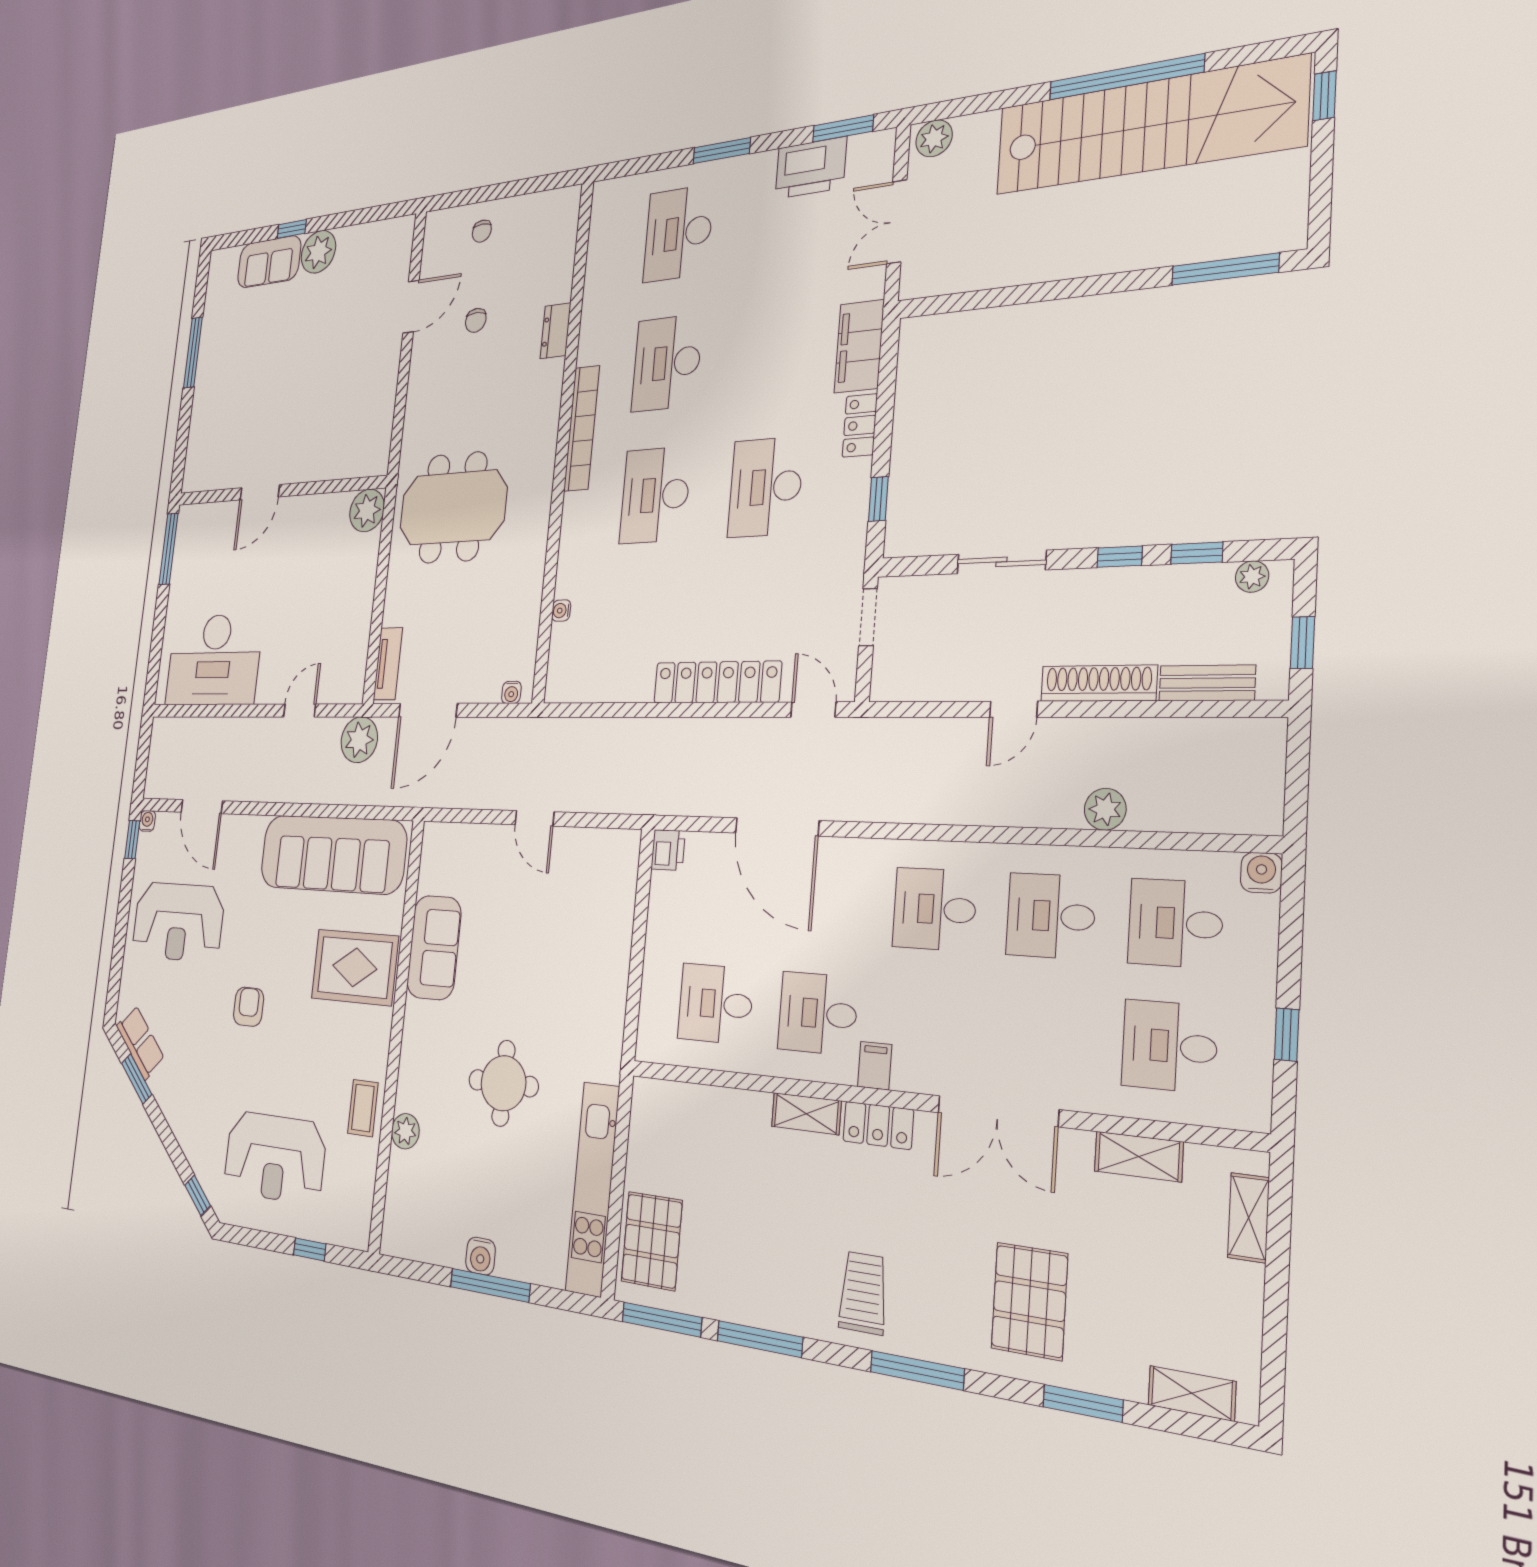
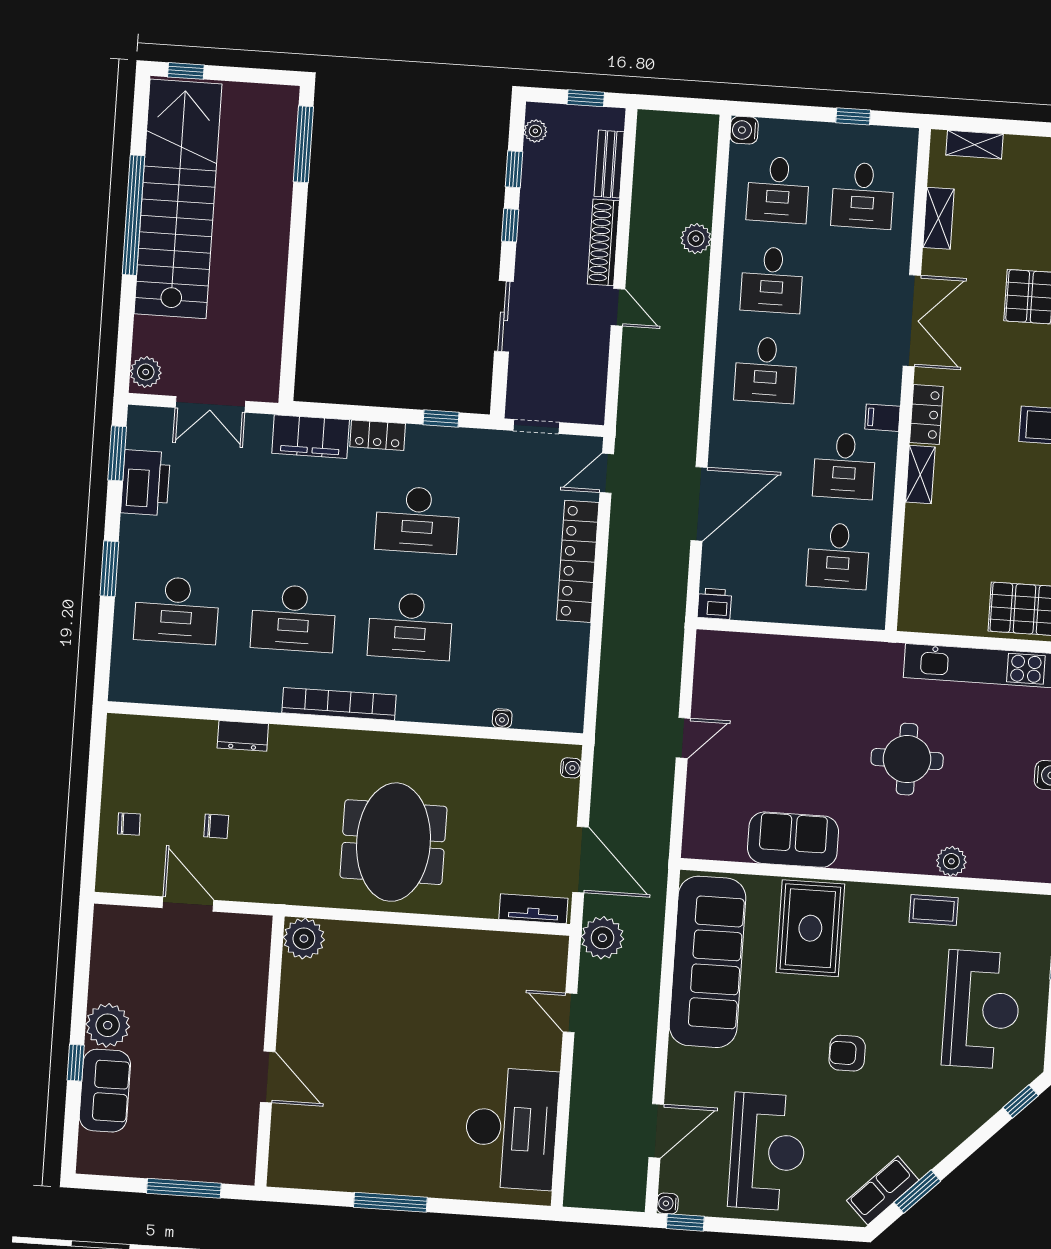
wall: (279, 491) -> (270, 1051), moved
door: (260, 492) -> (268, 1077), moved
plant: (367, 510) -> (304, 939), moved

